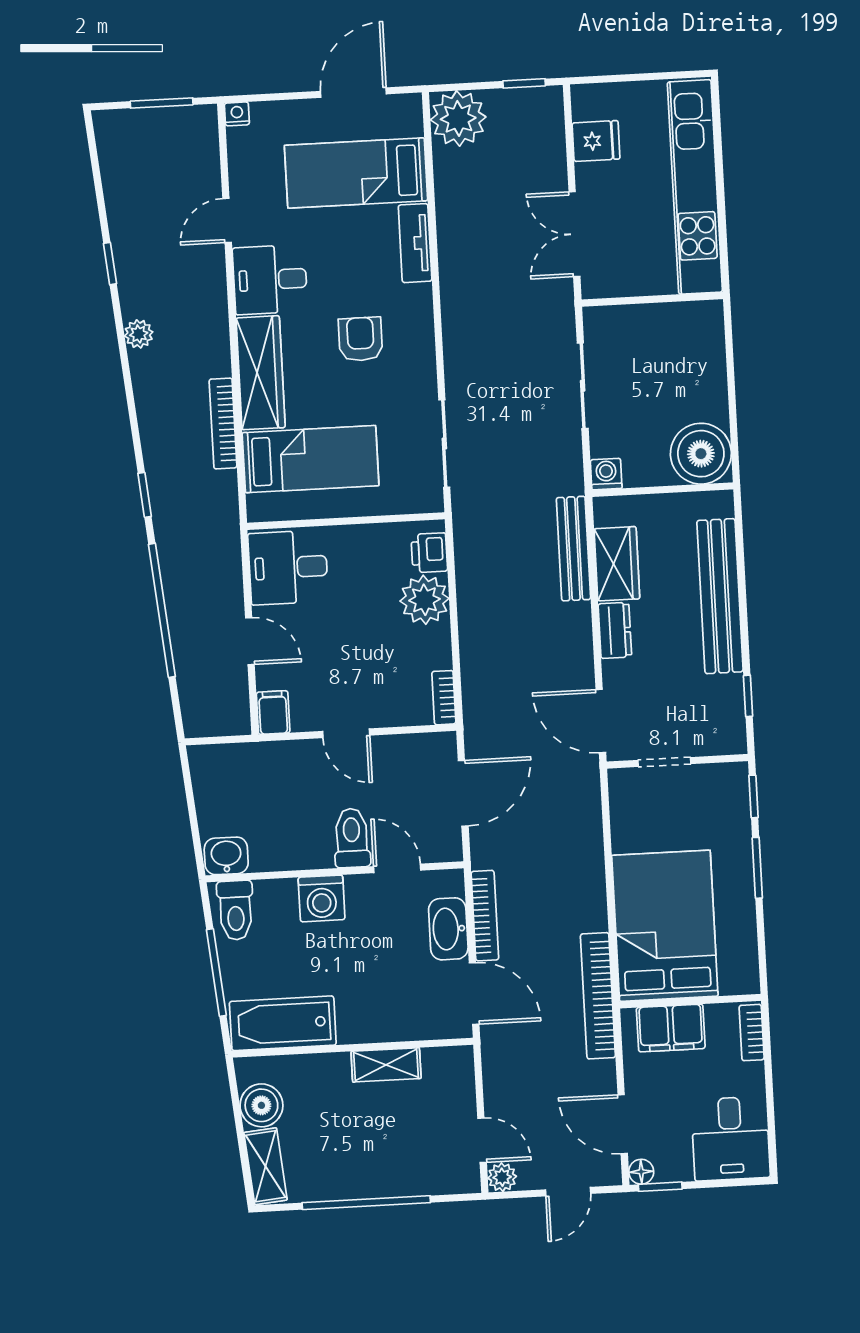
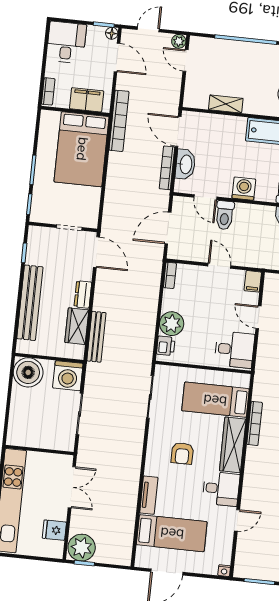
plant: (458, 118) -> (82, 548), moved
washing machine: (606, 474) -> (68, 376), width x1.89, depth x1.89

